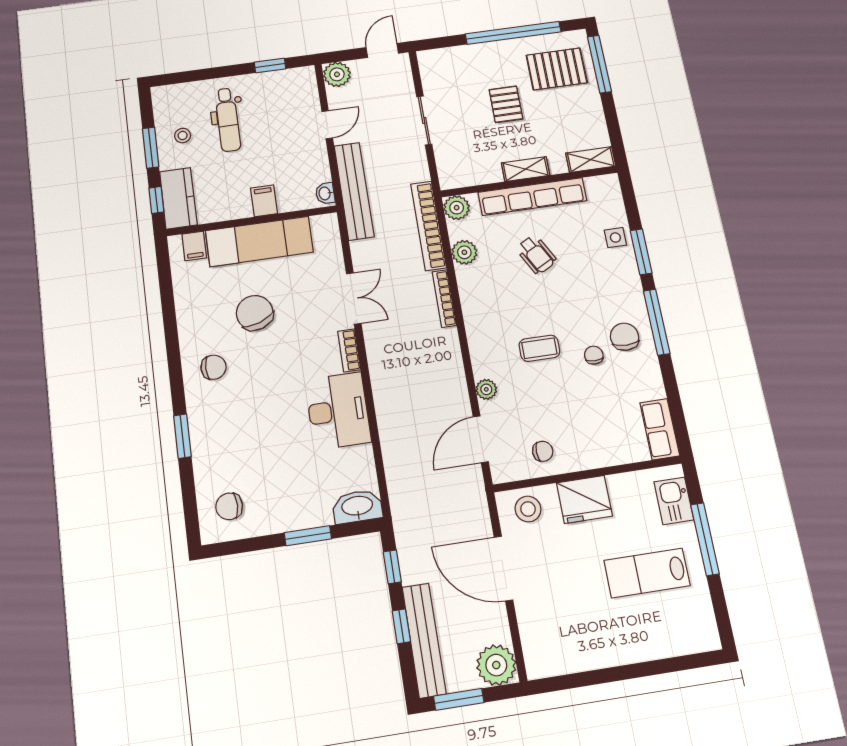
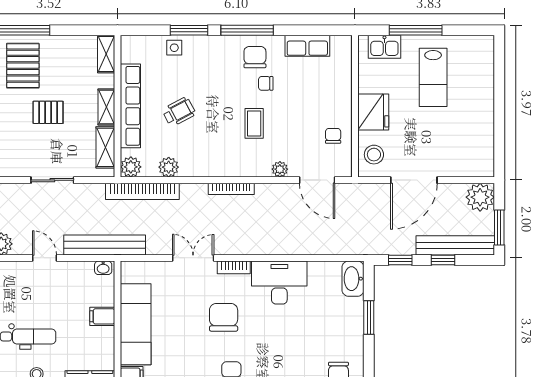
shelving: (475, 175) -> (105, 147), added
bookcase: (444, 299) -> (231, 189), moved
chair: (255, 313) -> (224, 317), moved, turned 110
chair: (625, 337) -> (255, 57), turned 90
row of seats: (660, 429) -> (307, 46), moved

